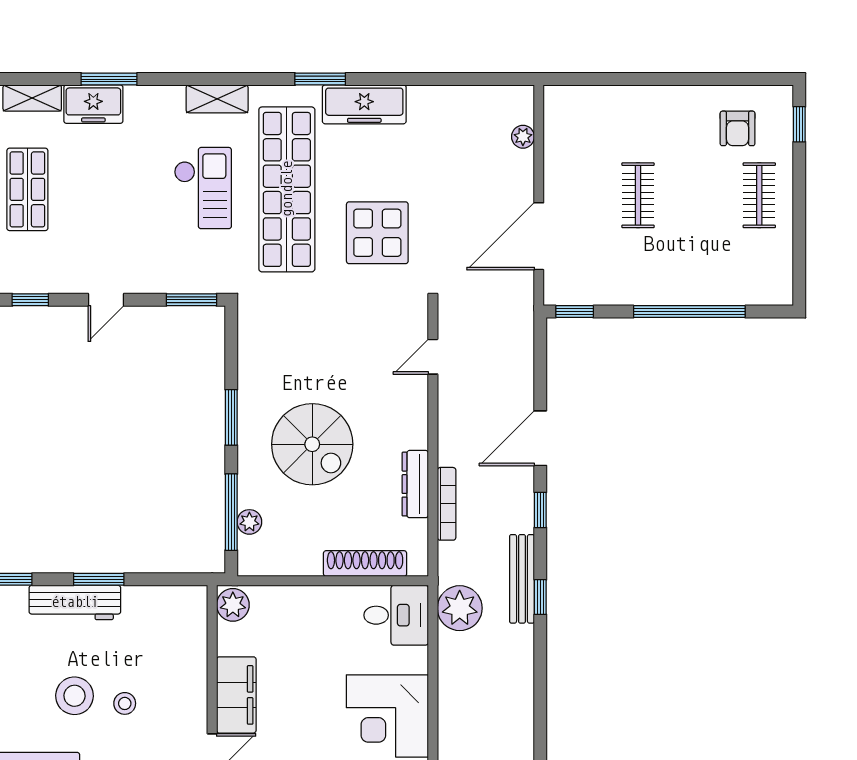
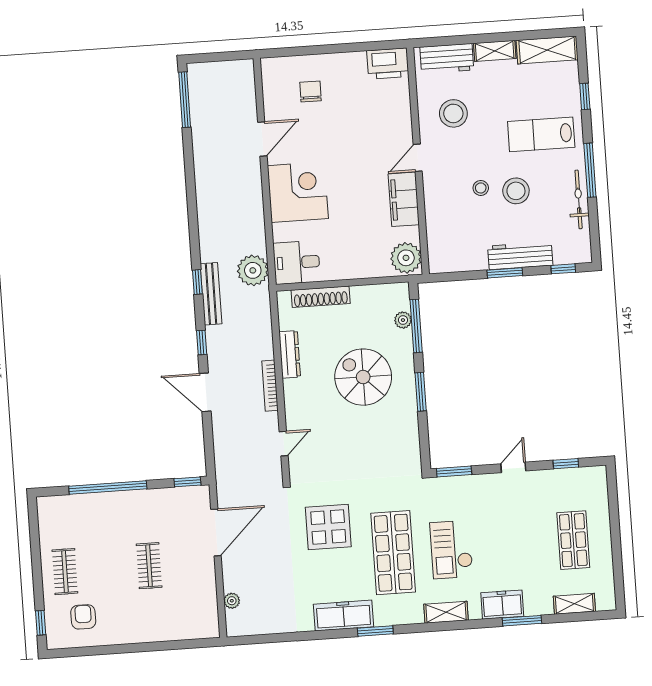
freezer: (93, 104) -> (502, 605), moved
shop shelf: (287, 189) -> (393, 553), width x0.71
door: (540, 438) -> (205, 392), swing flipped
bookcase: (447, 504) -> (270, 386), moved
plant: (233, 605) -> (406, 258), width x1.36, depth x1.36

